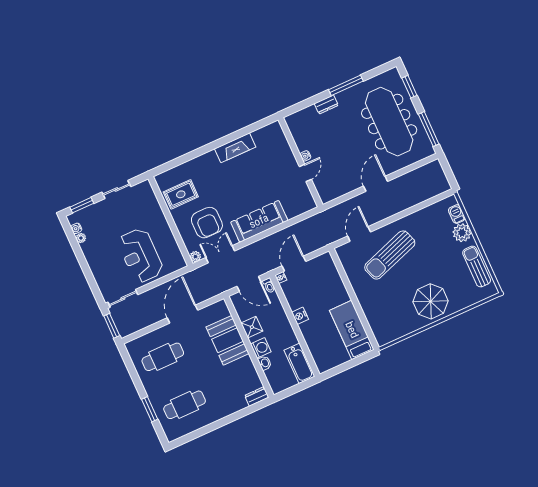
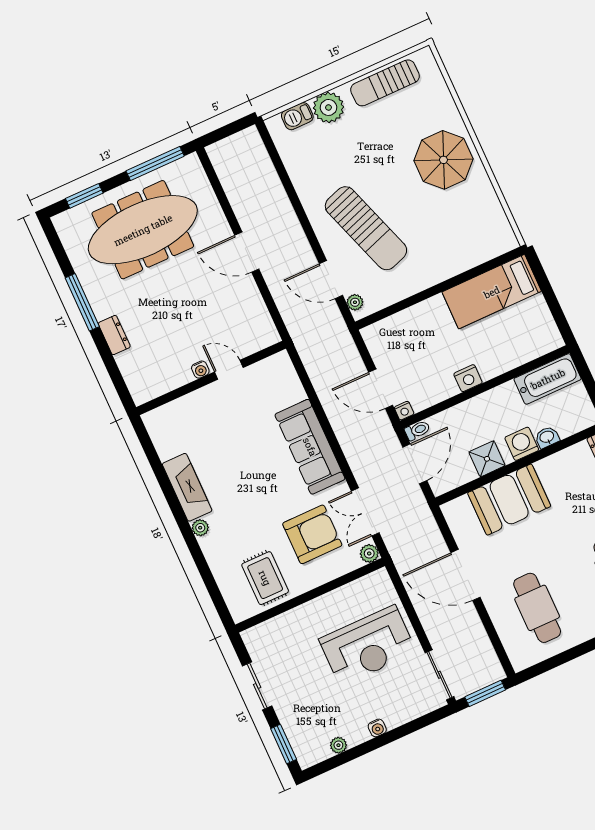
plant: (211, 156) -> (200, 528), added
water cooler: (76, 228) -> (377, 728), moved
plant: (346, 248) -> (355, 302), added

